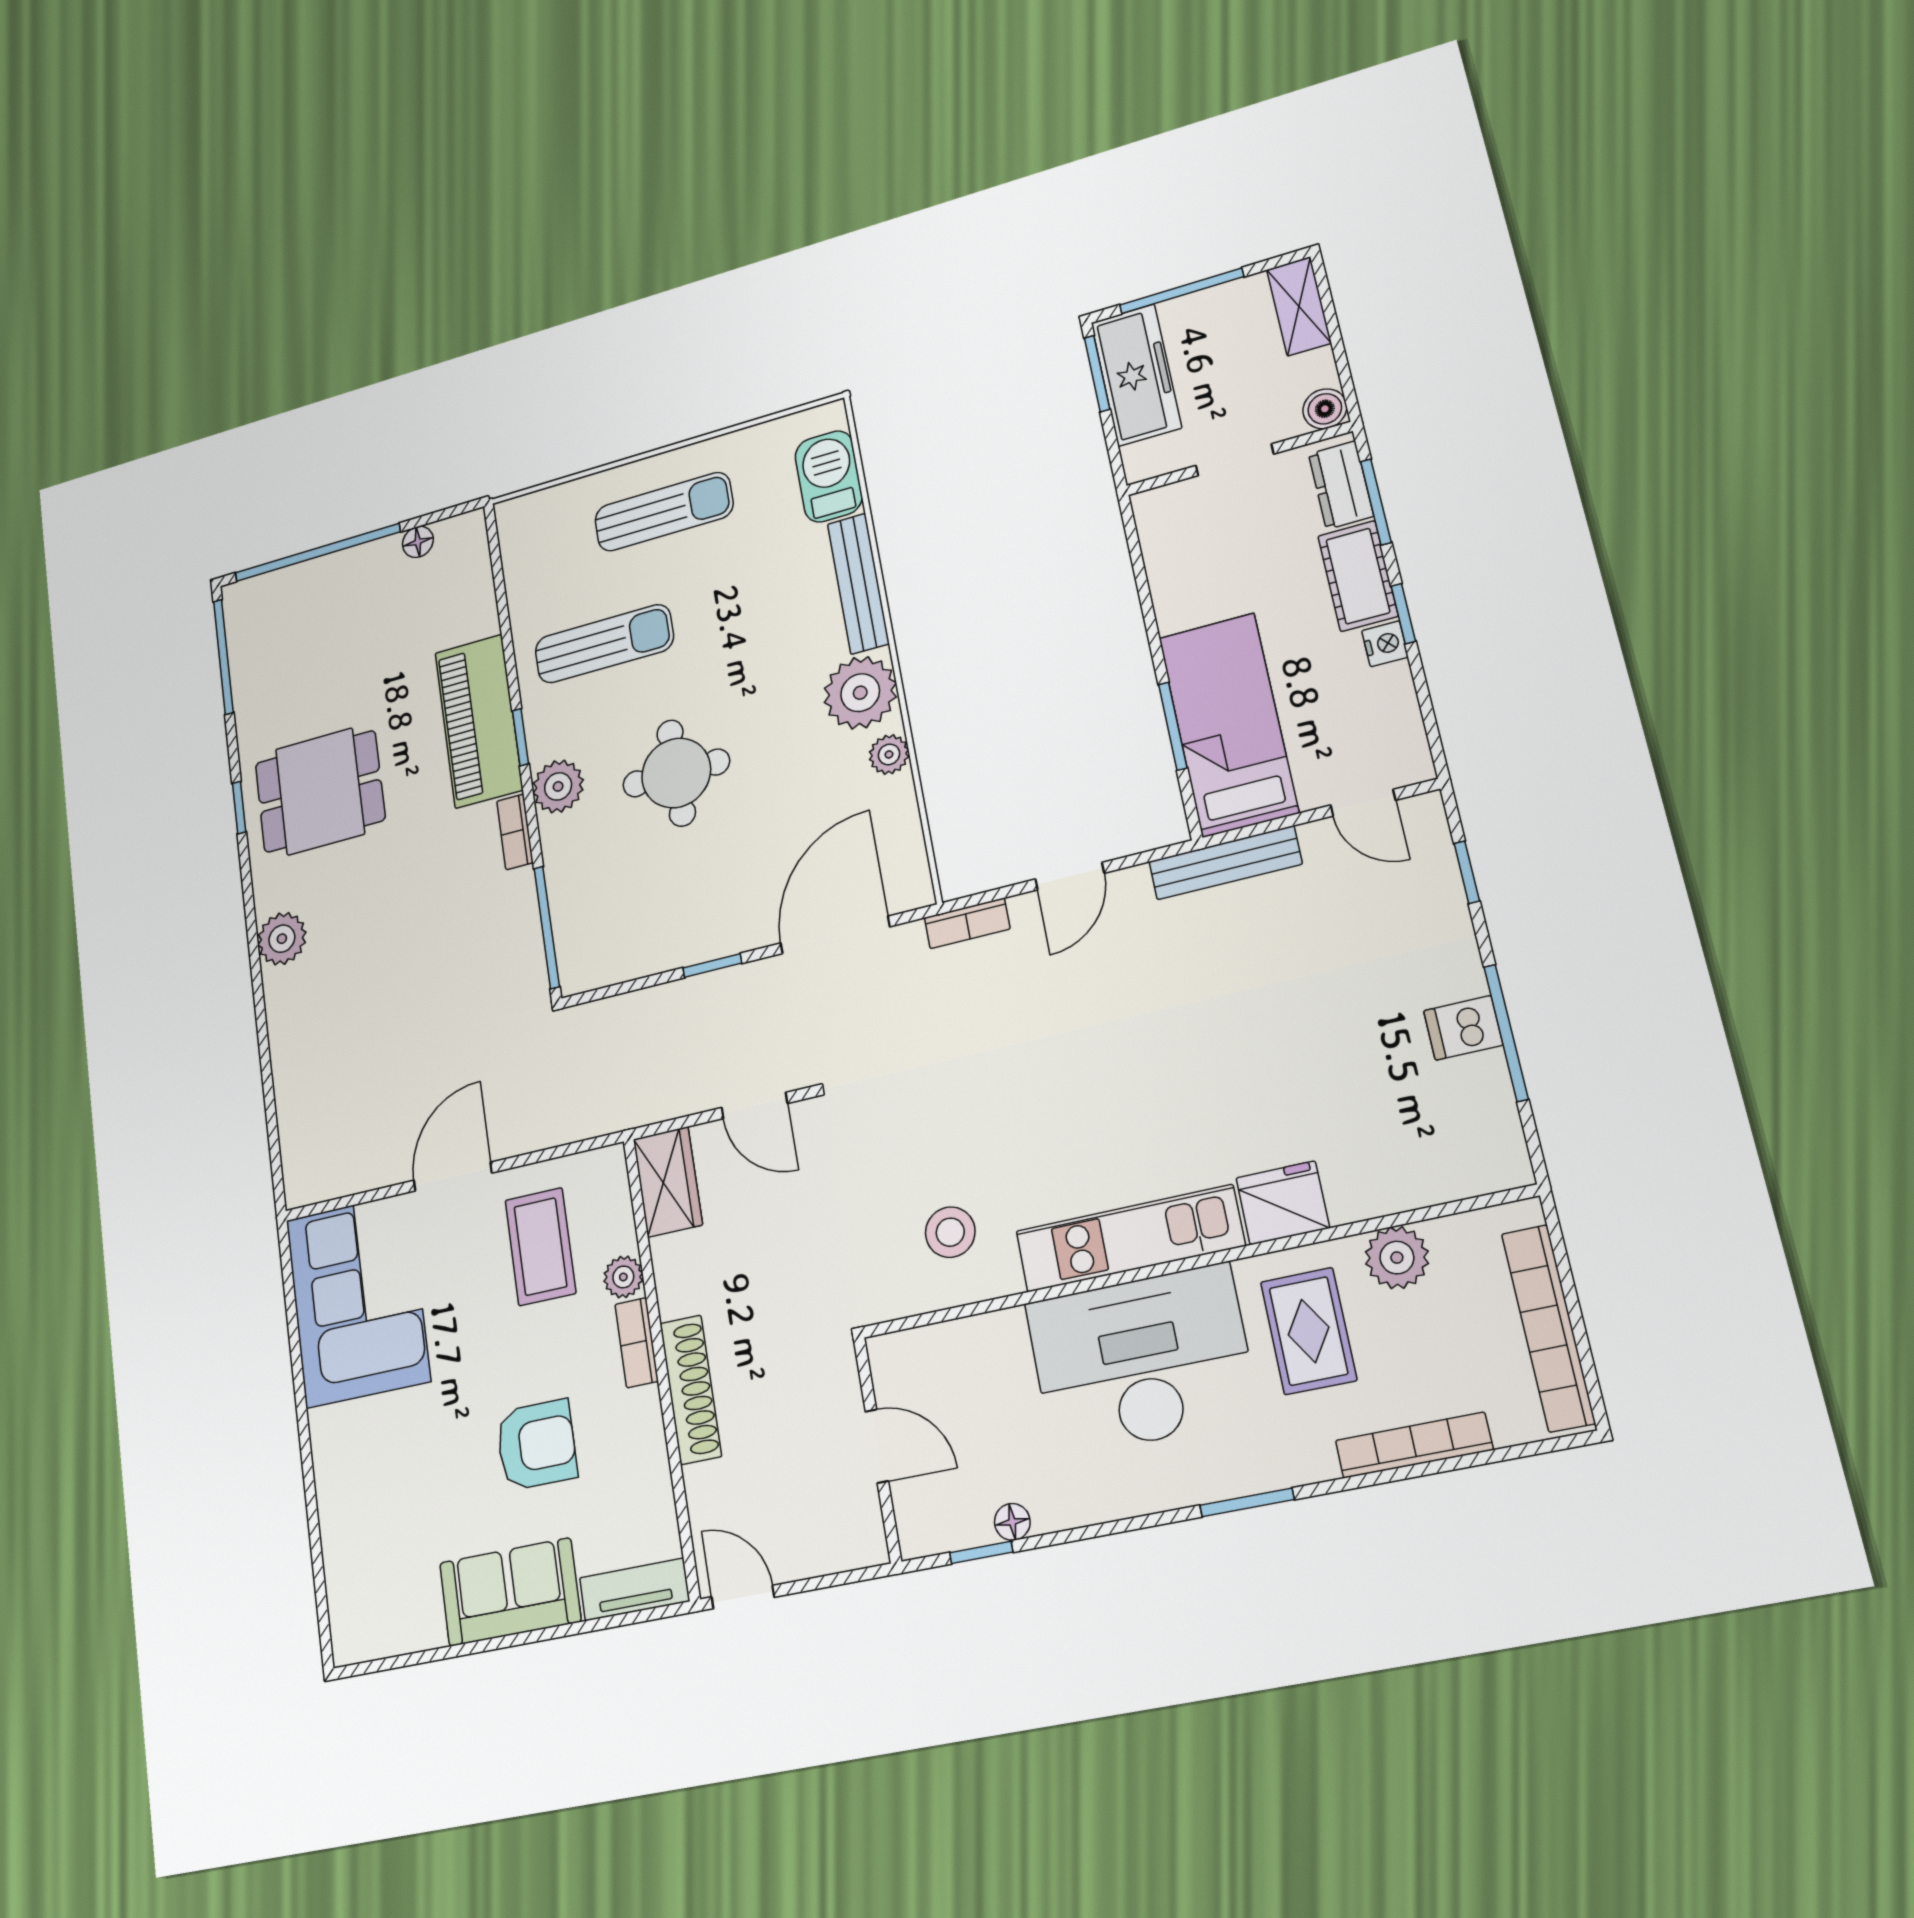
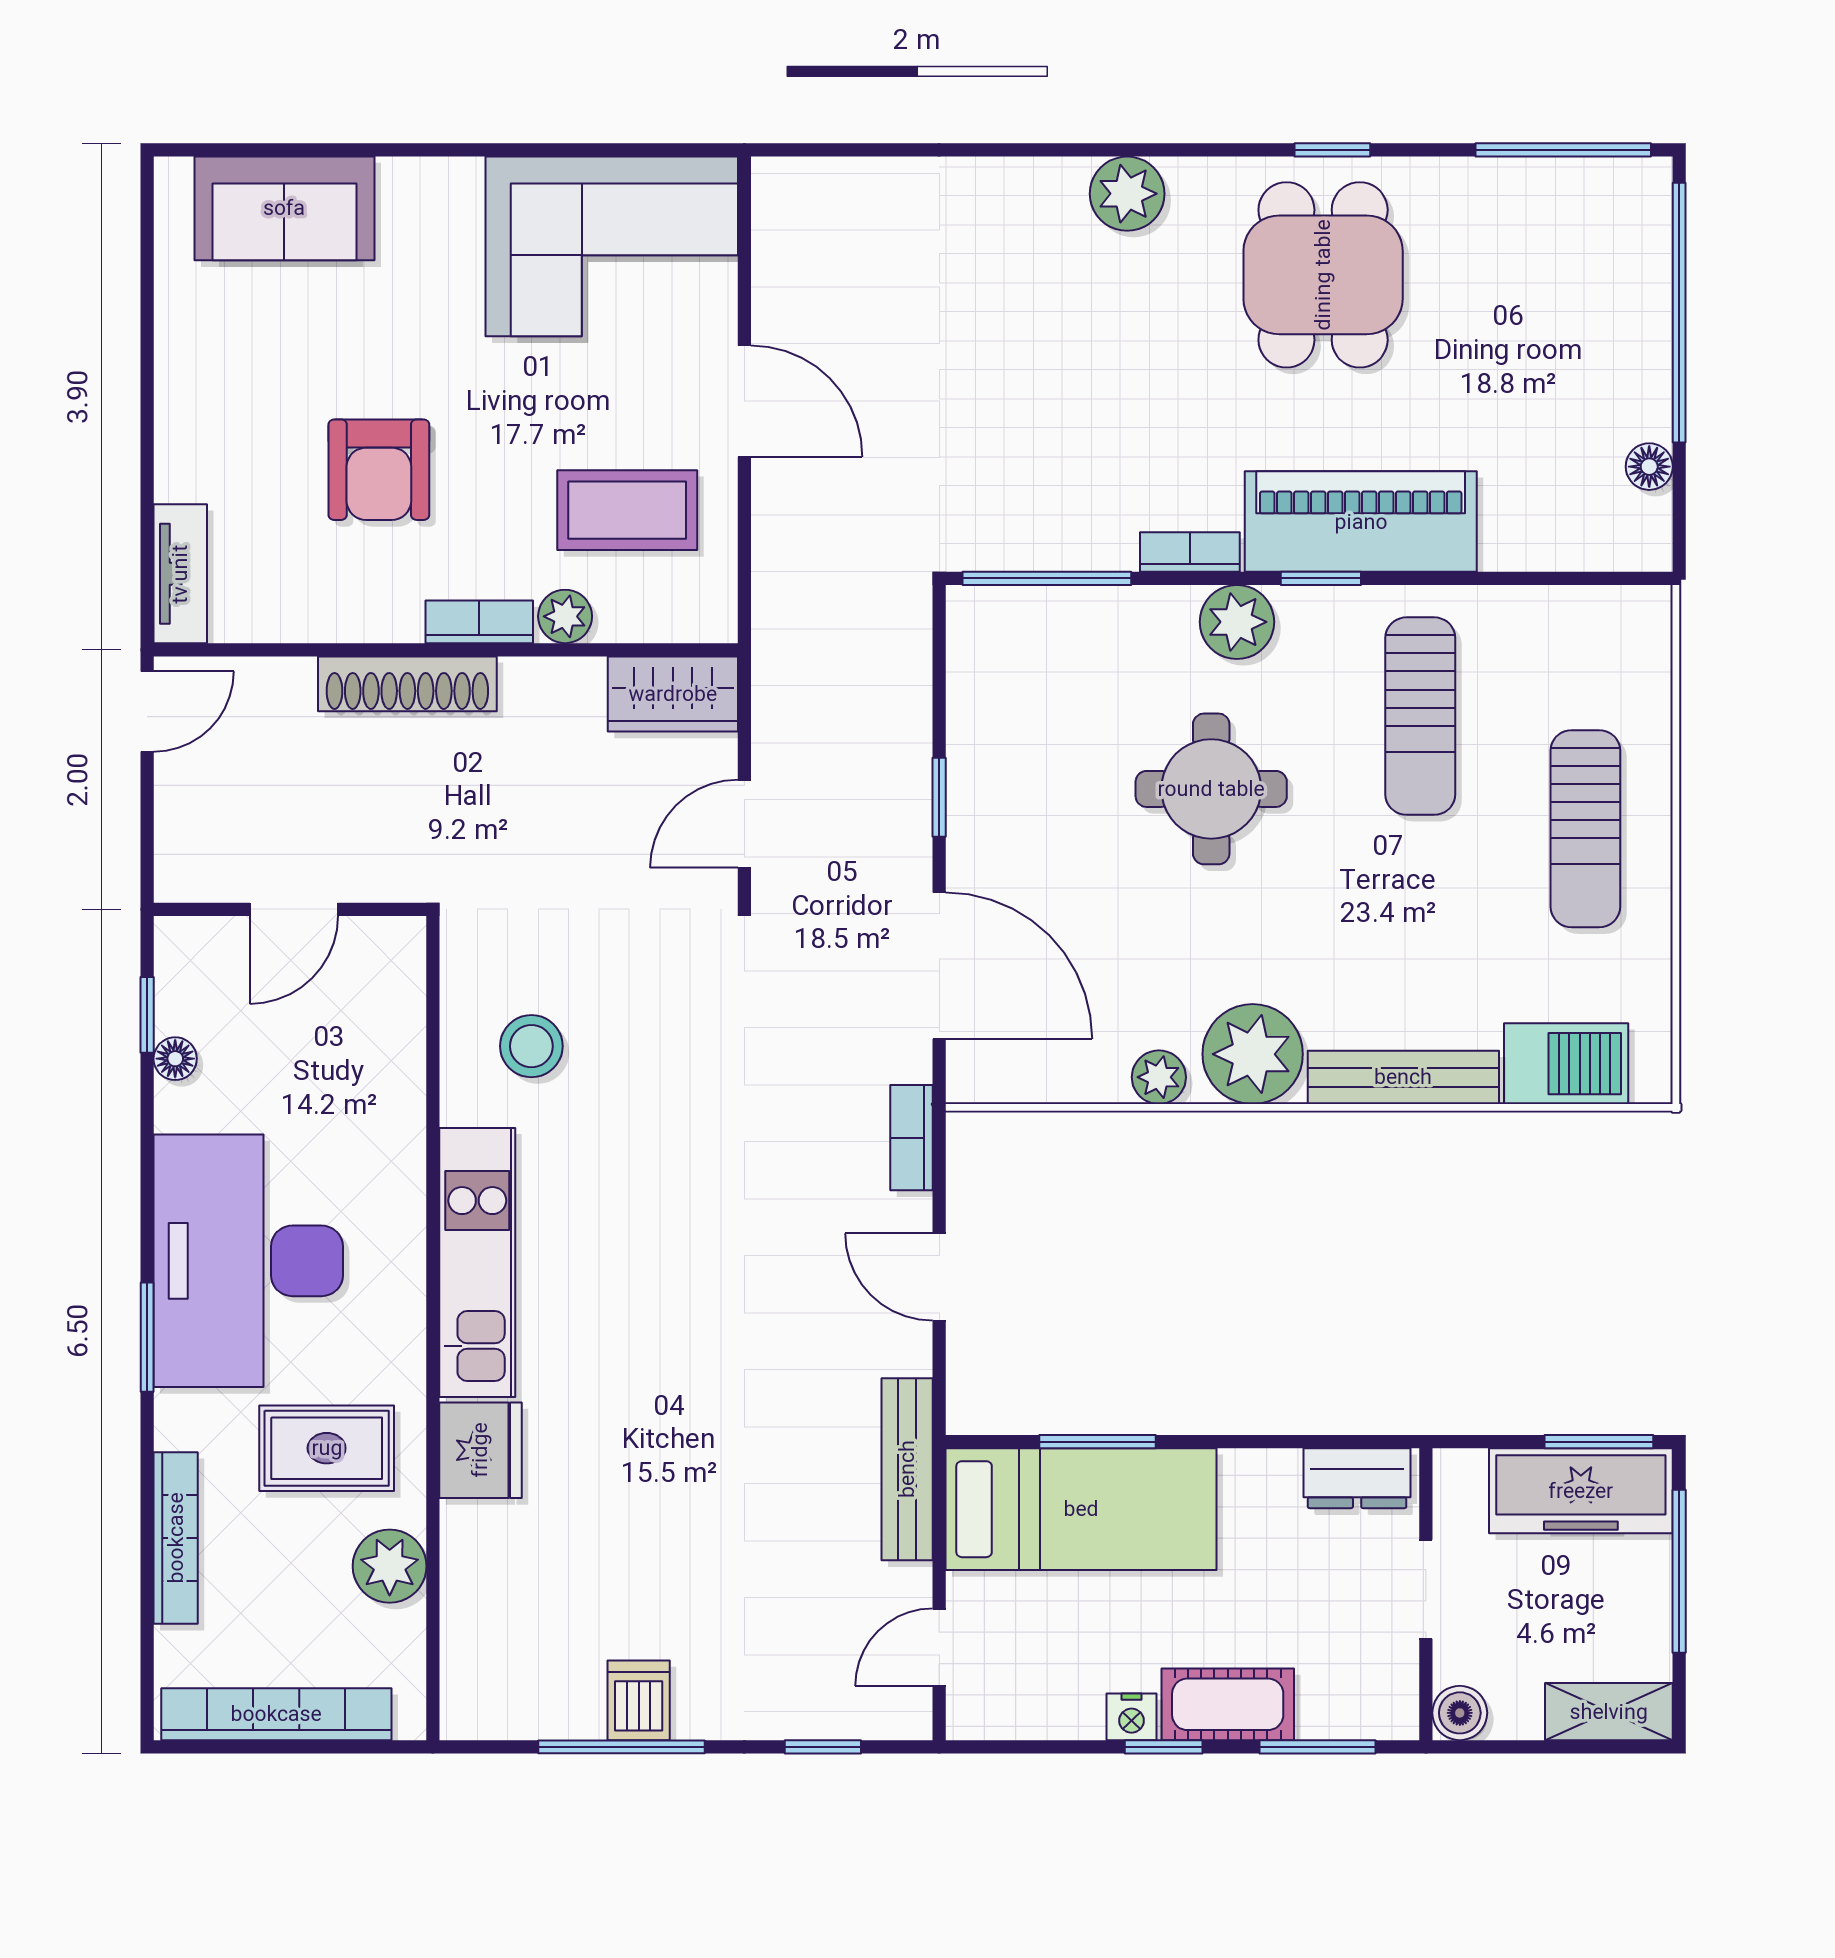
dresser: (1341, 485) -> (1357, 1478), moved, turned 180
desk: (1141, 1360) -> (248, 1261), moved, turned 180
sofa: (510, 1592) -> (284, 208), moved, turned 90

